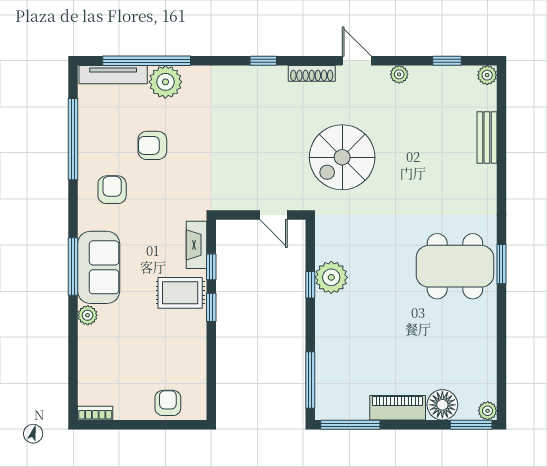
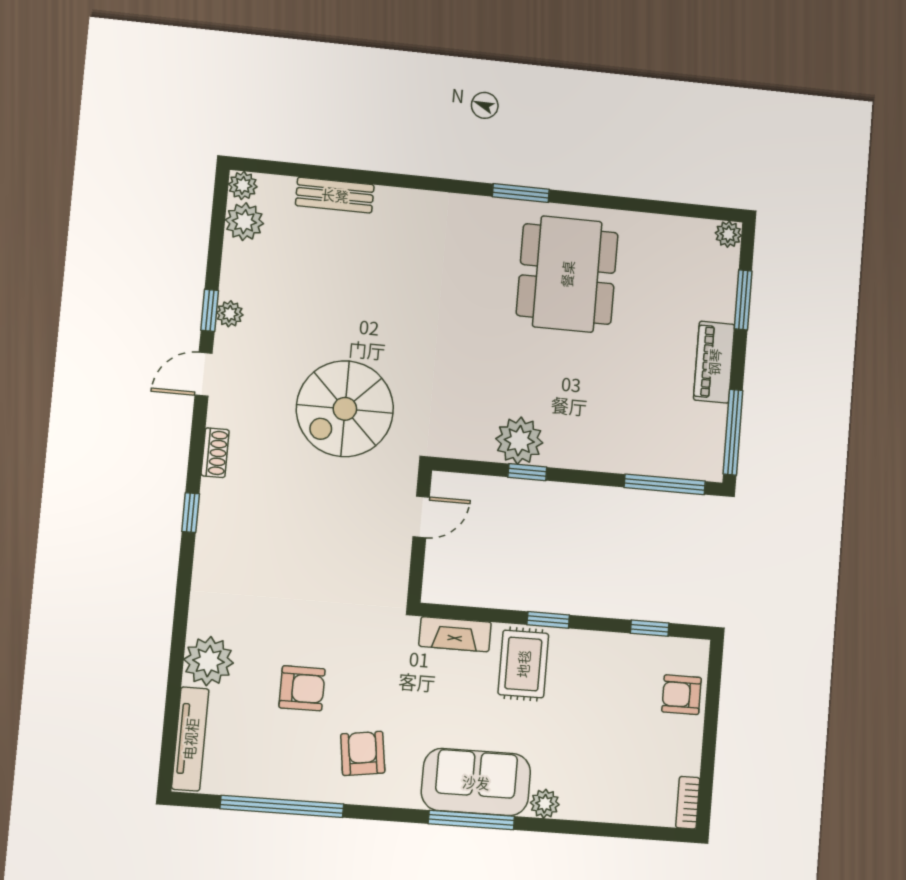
window: (147, 61) -> (174, 687), removed
window: (447, 61) -> (210, 310), moved
shoe rack: (312, 73) -> (215, 453), width x0.70
plant: (463, 78) -> (244, 222), added
armchair: (152, 145) -> (302, 688), turned -90
spiral stairs: (342, 157) -> (345, 409), turned 90
armchair: (112, 190) -> (363, 753), turned 82
dining table: (455, 266) -> (567, 274), moved
window: (211, 267) -> (650, 628), moved
floor lamp: (442, 405) -> (715, 298), removed
window: (471, 425) -> (743, 300), moved

